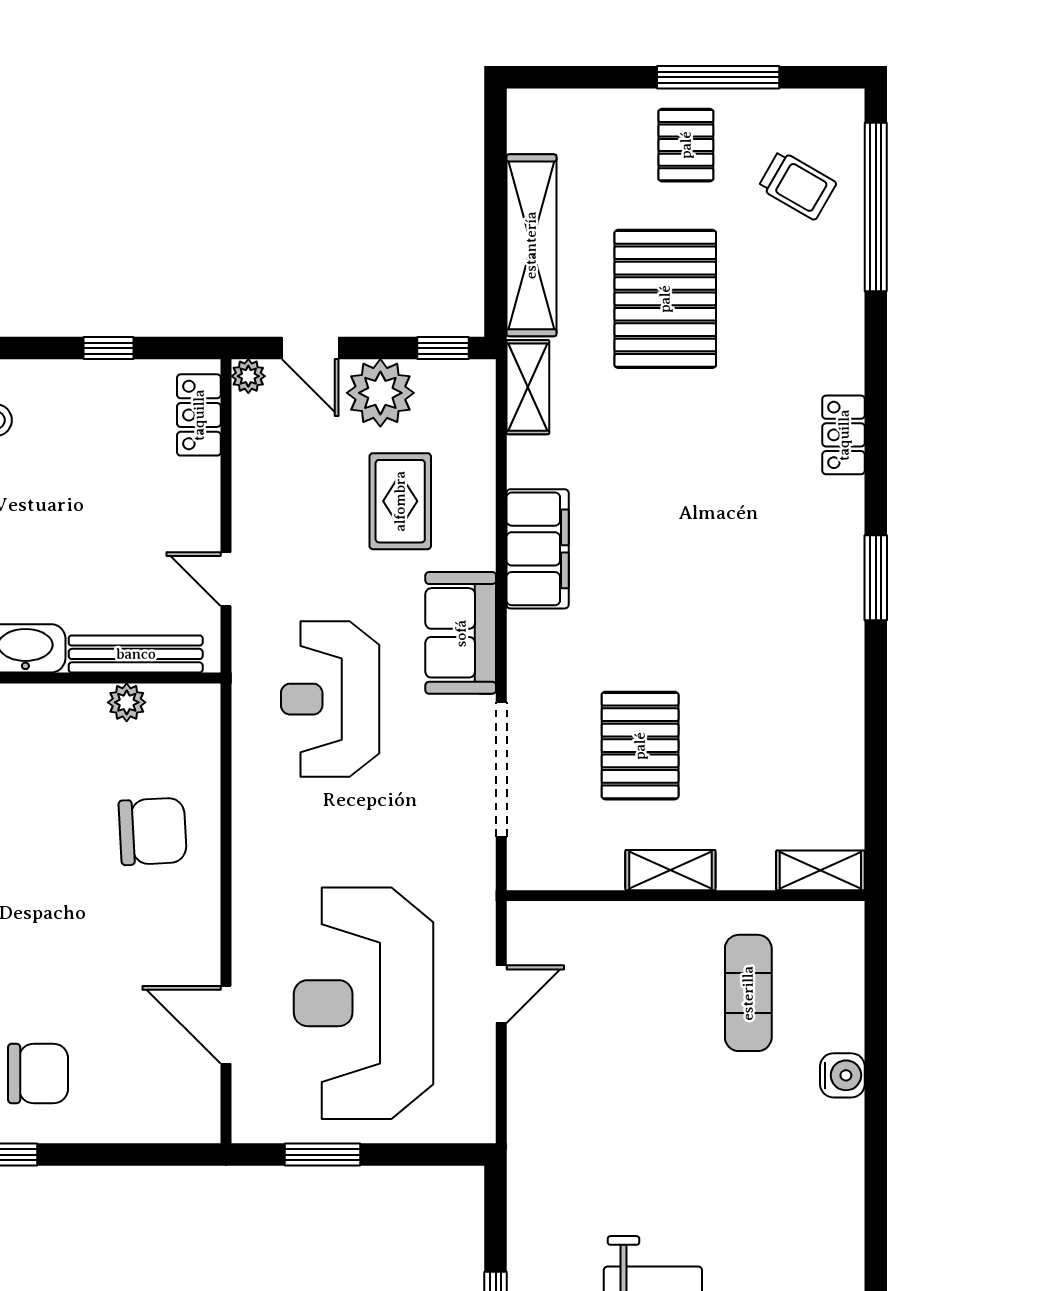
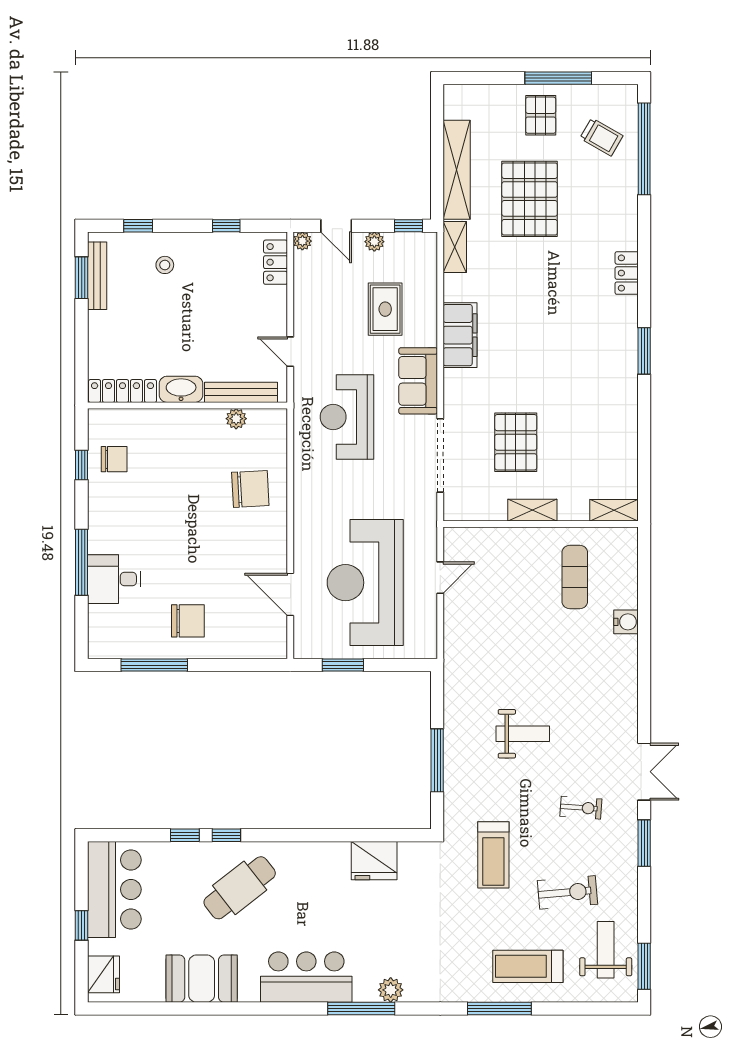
plant: (380, 393) -> (374, 242), width x0.53, depth x0.53

